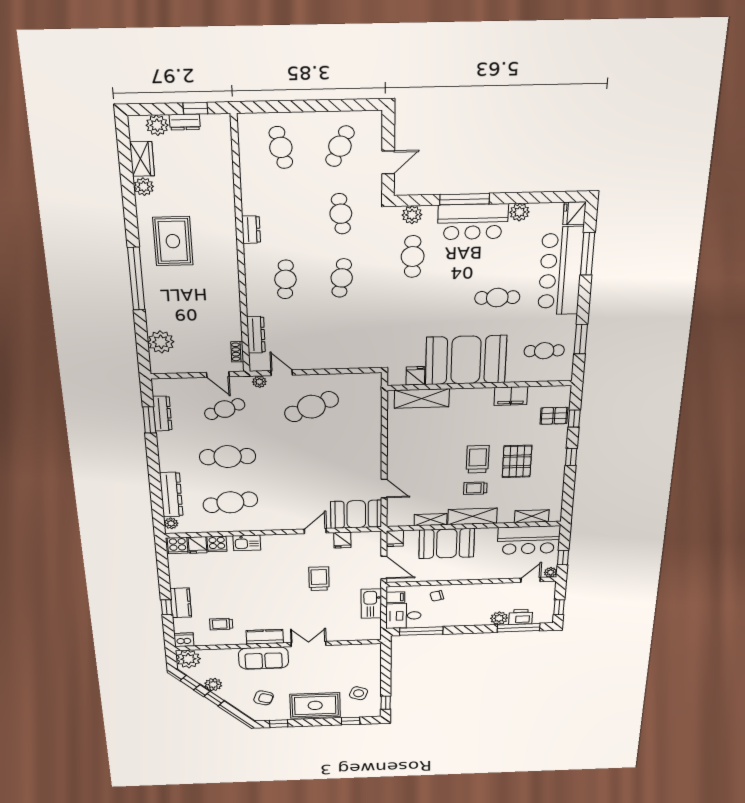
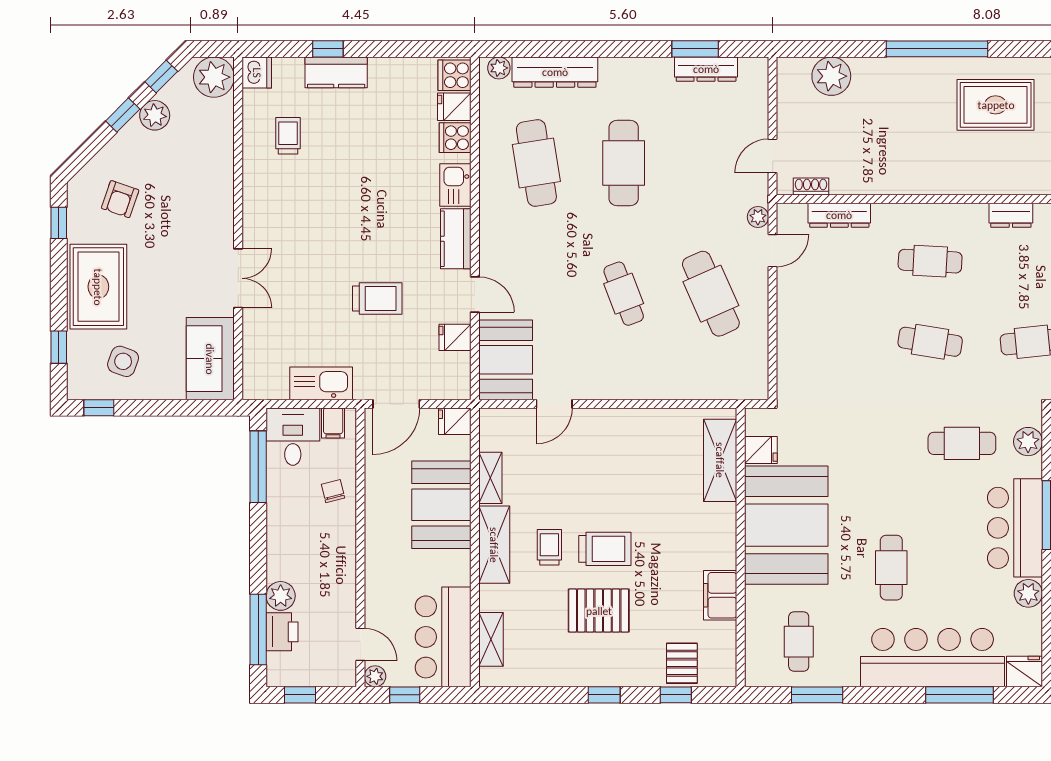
cafe table: (225, 409) -> (624, 294), moved
kitchen counter: (265, 637) -> (456, 239), moved, turned 180
sofa: (264, 658) -> (210, 359), moved

